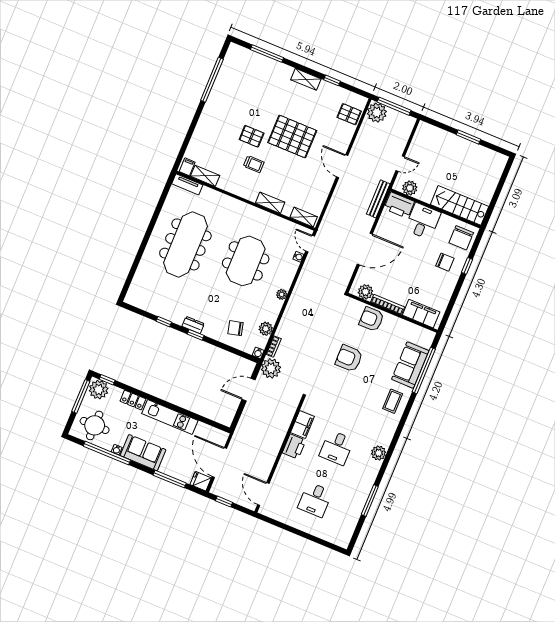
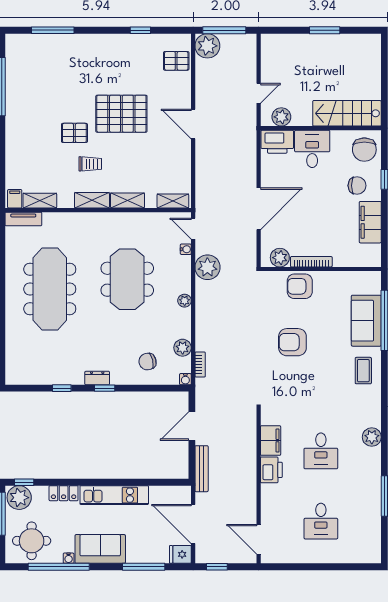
shelving: (306, 79) -> (92, 200), moved
bench: (378, 199) -> (202, 469), moved
filing cabinet: (421, 314) -> (370, 222), moved, turned -90
plant: (271, 368) -> (207, 267), moved

